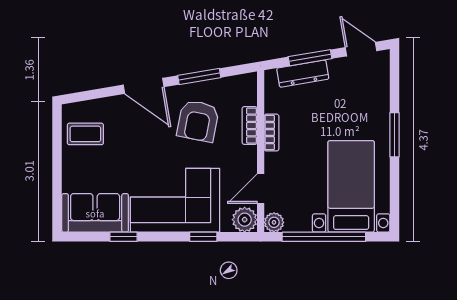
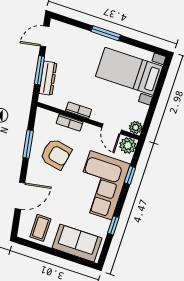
door: (144, 86) -> (20, 196), moved
sofa: (95, 213) -> (77, 243), moved, turned 90
window: (324, 237) -> (155, 99), removed

